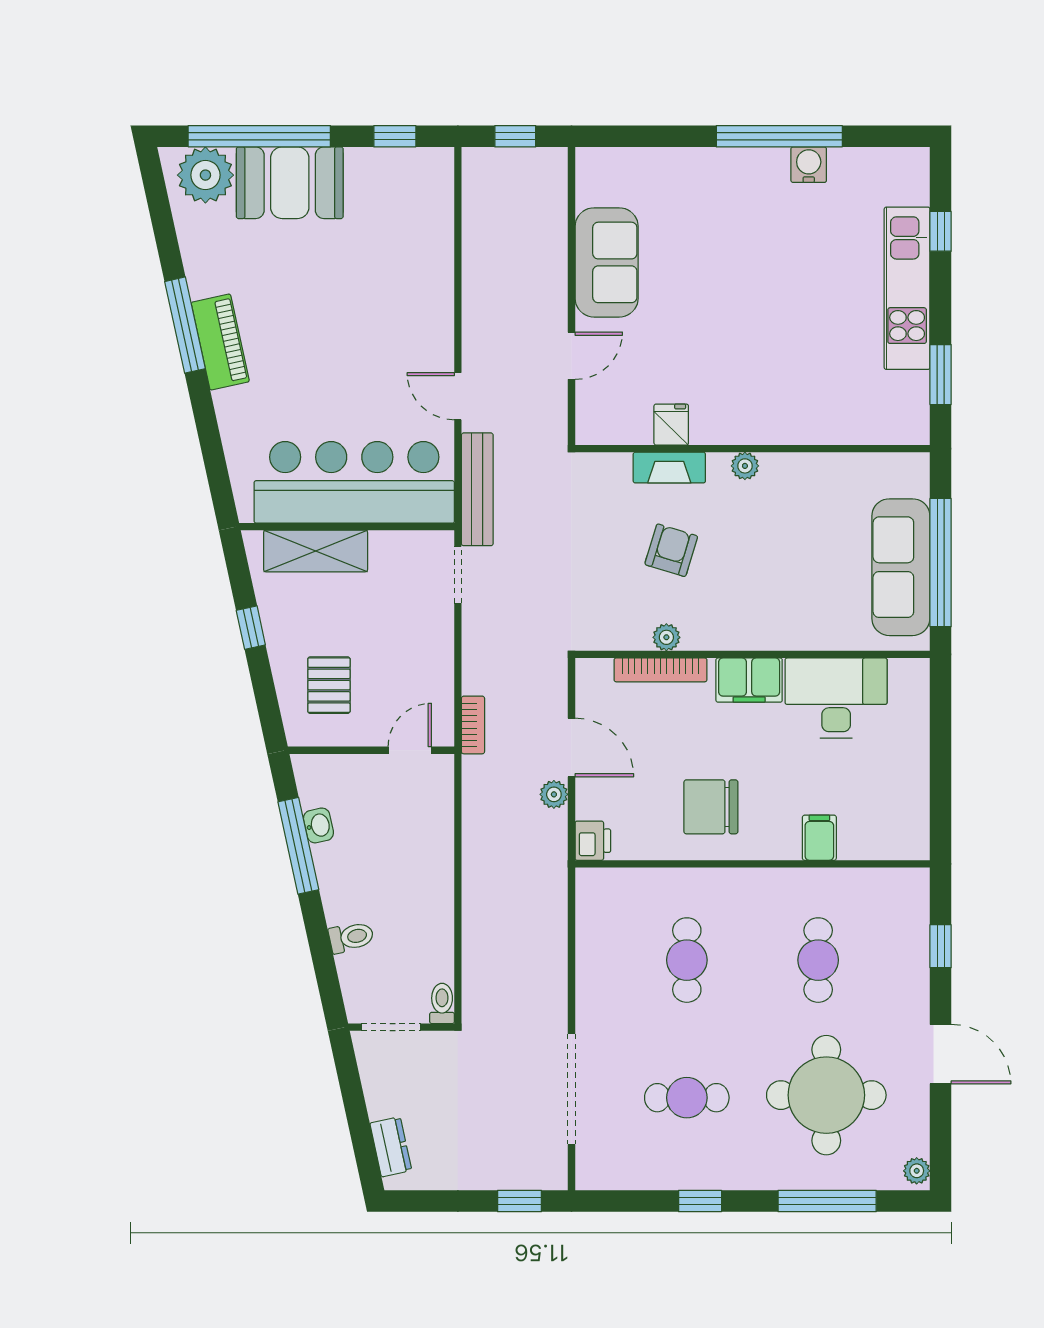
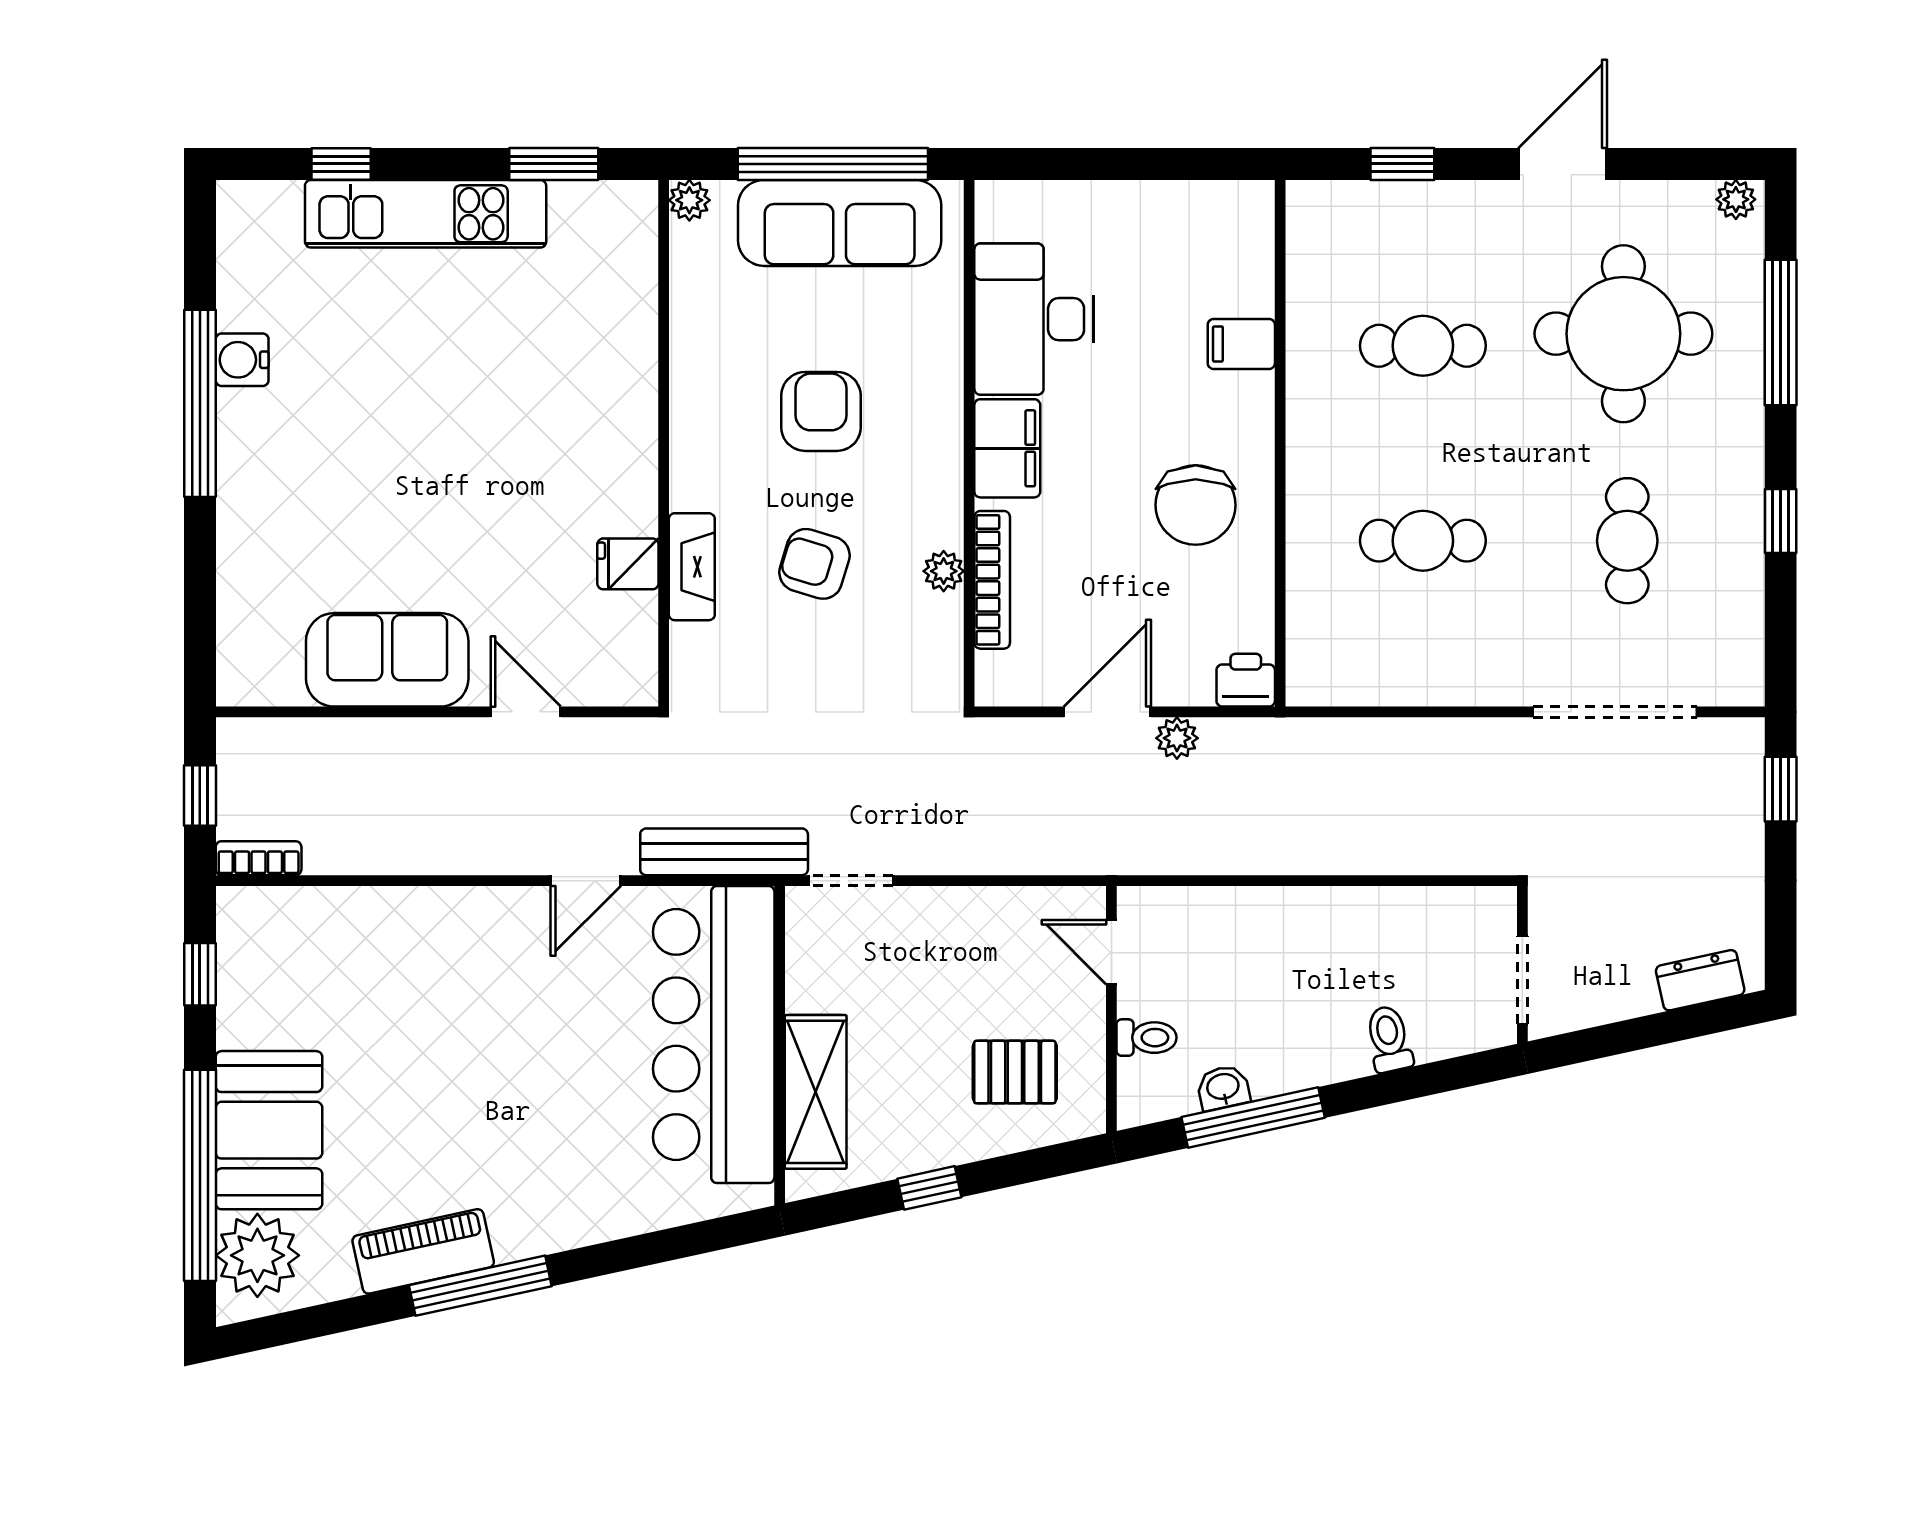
piano: (220, 342) -> (423, 1251), moved
plant: (745, 466) -> (689, 200), moved
armchair: (774, 555) -> (821, 411), added
bookcase: (473, 725) -> (259, 858), moved
toilet: (442, 1003) -> (1147, 1038), moved, turned 180

